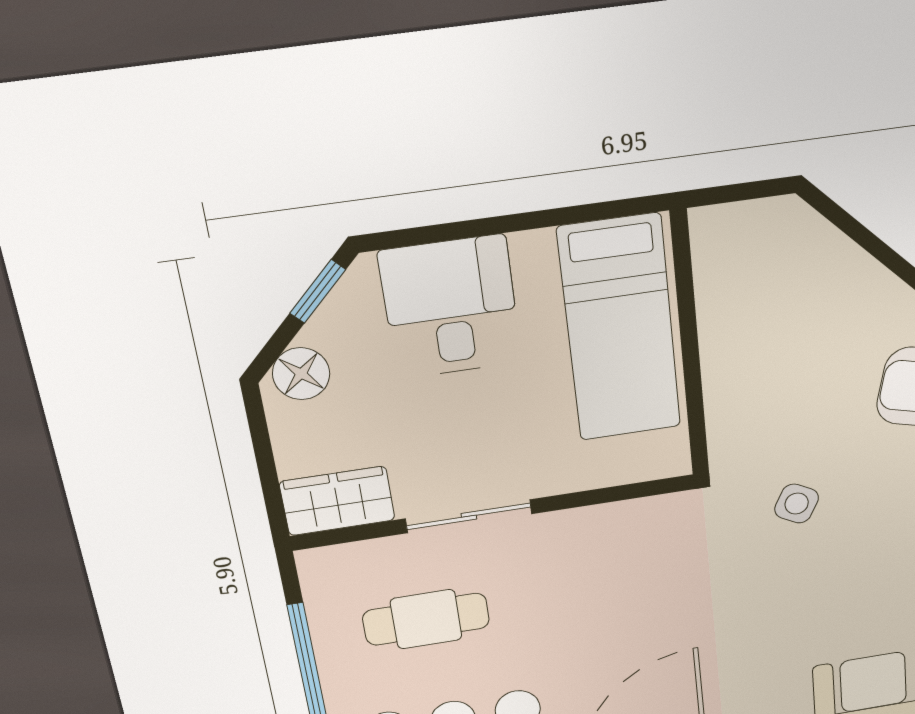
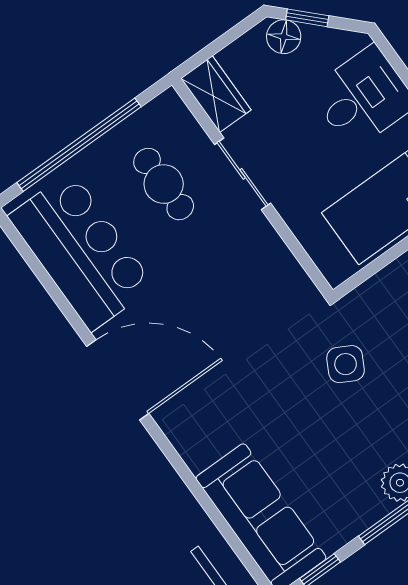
window: (318, 291) -> (307, 18), moved
side table: (797, 504) -> (346, 364), width x1.37, depth x1.37

